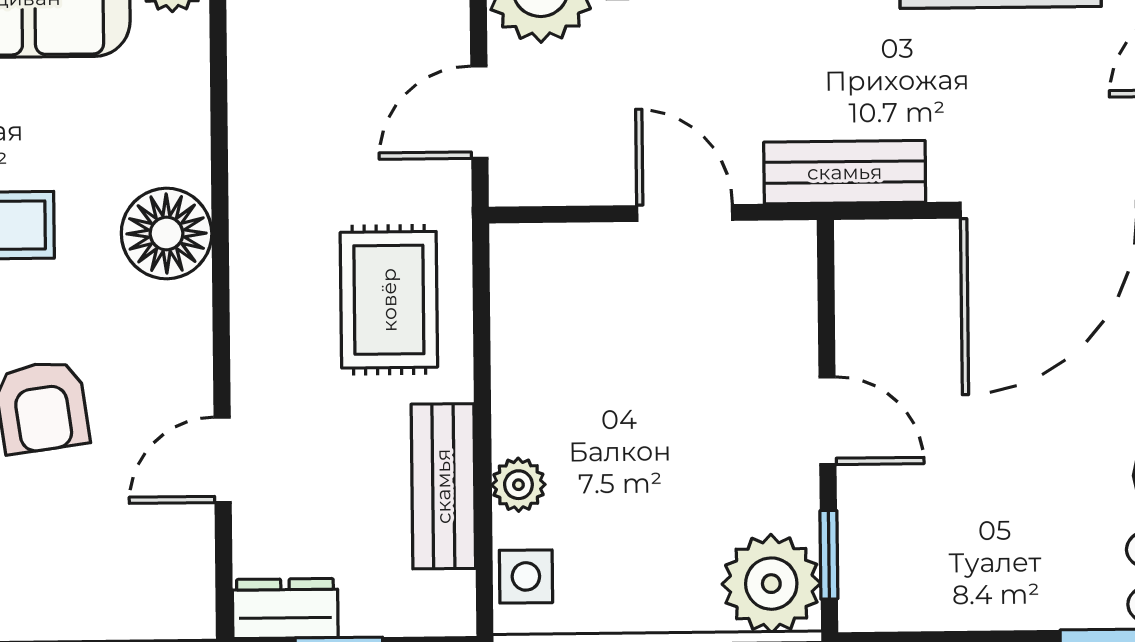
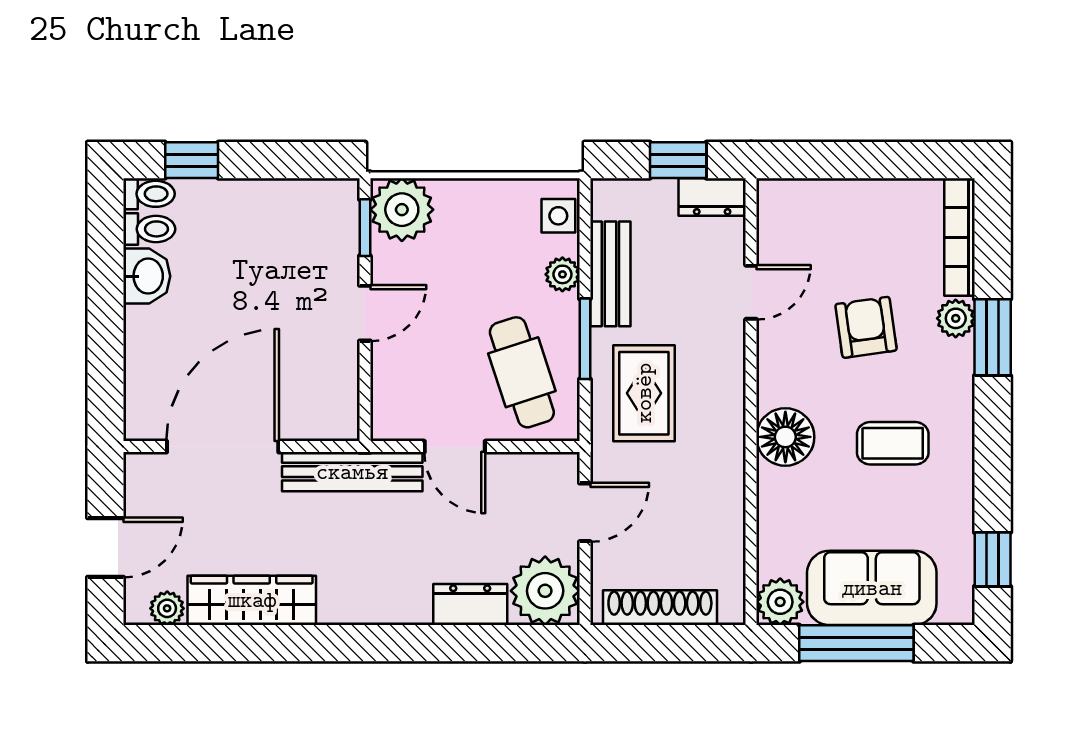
bench: (845, 172) -> (352, 472), width x1.36
cafe table: (581, 331) -> (522, 372), added
window: (482, 384) -> (585, 339), added
door: (827, 421) -> (365, 313), swing flipped

